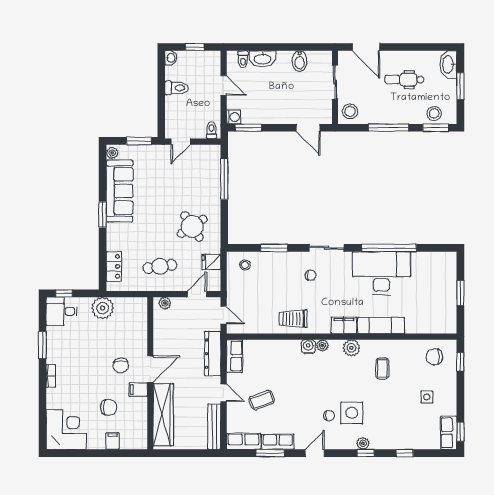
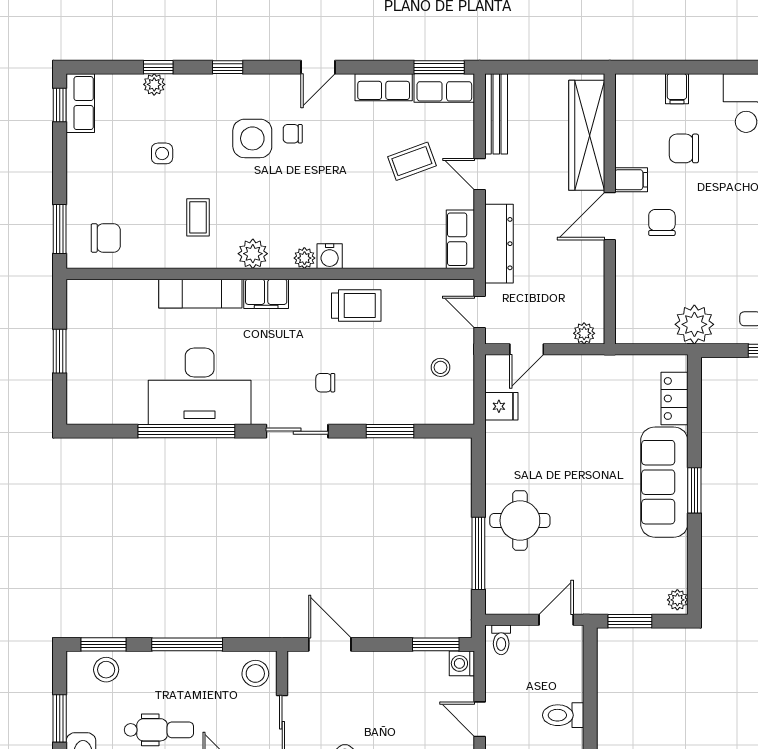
sofa: (120, 191) -> (664, 482), moved
round table: (192, 226) -> (520, 521), moved, turned 33
stool: (245, 265) -> (440, 367), moved
cafe table: (160, 266) -> (593, 398), removed
window: (460, 362) -> (60, 229), width x1.50
side table: (427, 397) -> (162, 153), moved
plant: (363, 443) -> (154, 84), moved
window: (270, 453) -> (439, 67), moved

